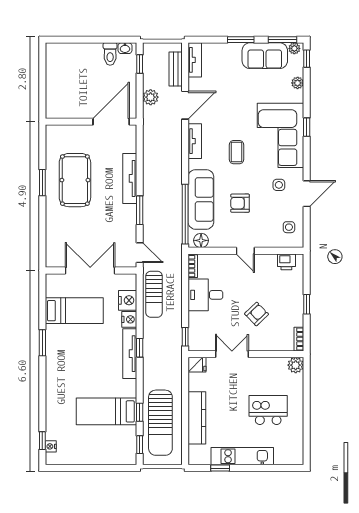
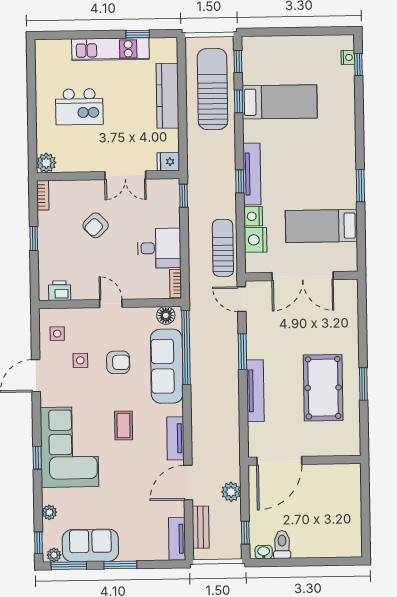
side table: (279, 185) -> (80, 360), moved

